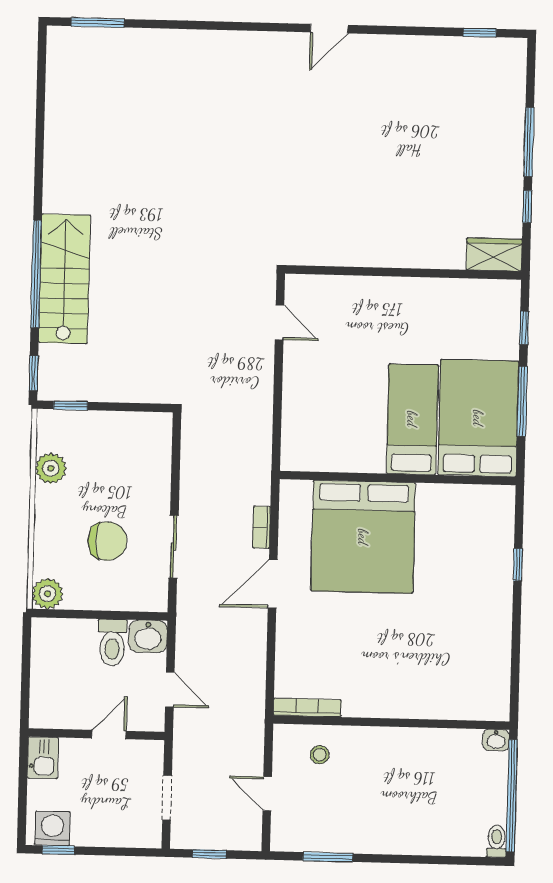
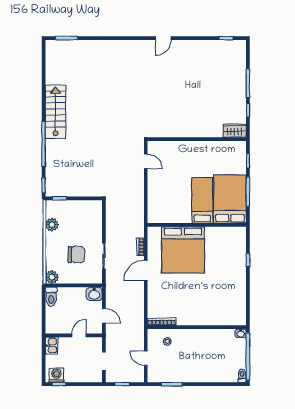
stairs: (65, 279) -> (55, 112), moved
toilet: (112, 643) -> (51, 297), moved

